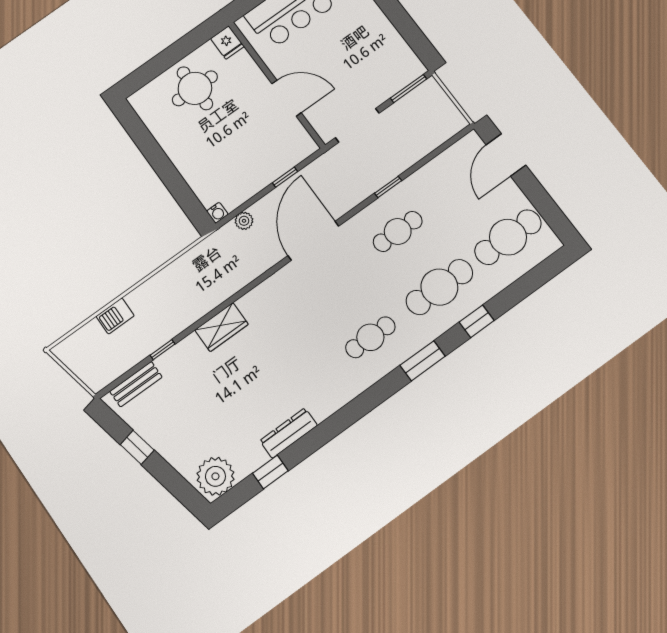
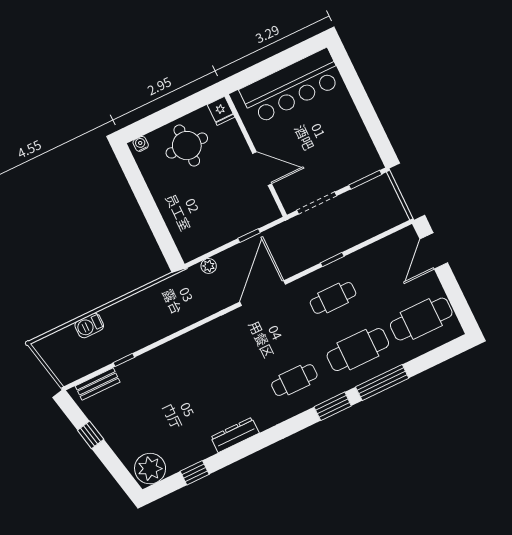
water cooler: (217, 213) -> (141, 144), moved, turned 180
window: (477, 321) -> (382, 382), width x2.17
wardrobe: (222, 327) -> (175, 350), removed
dresser: (289, 433) -> (235, 435), moved

